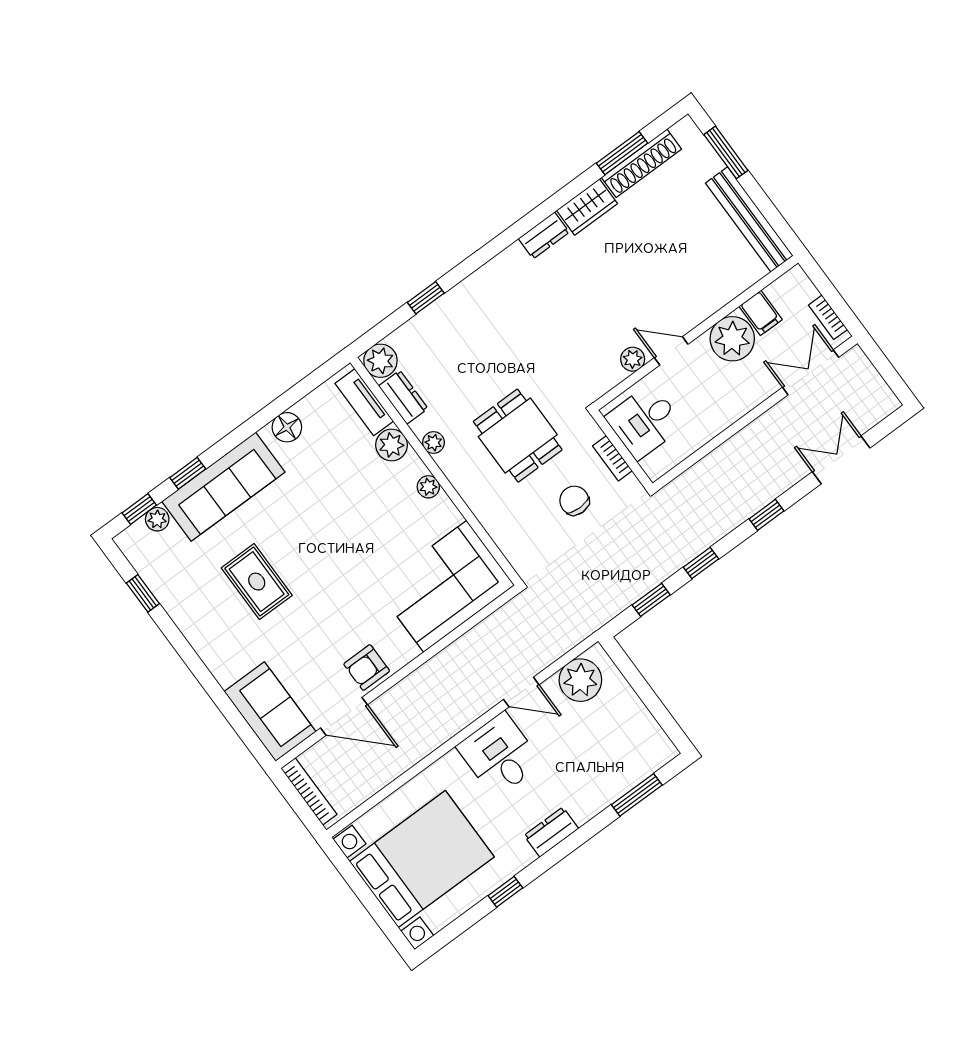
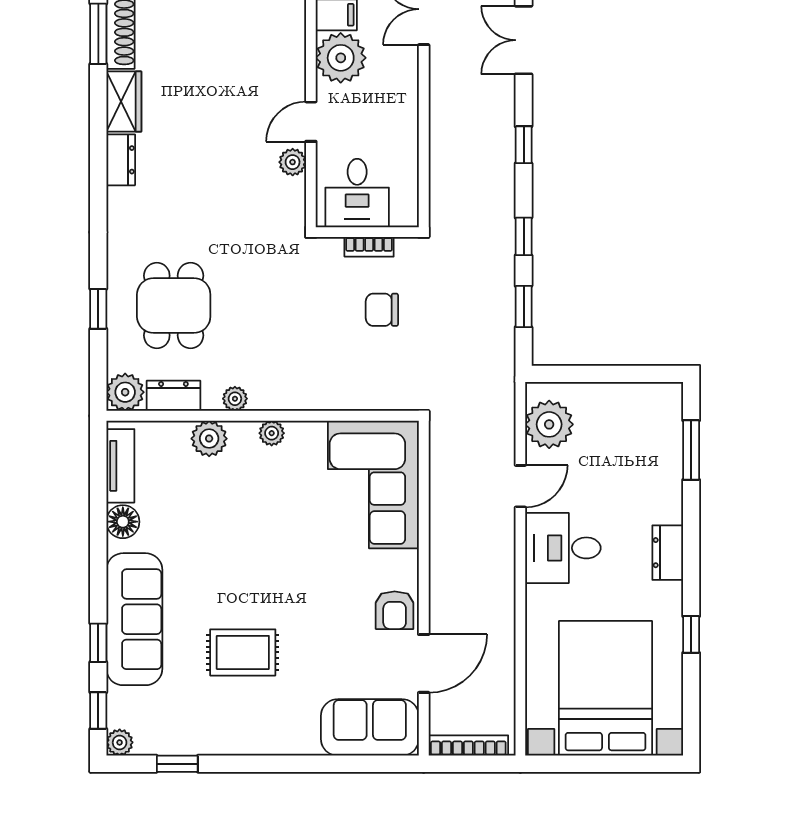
tv unit: (364, 402) -> (120, 466), moved, turned -90
dining table: (518, 436) -> (174, 306), moved, turned 90
plant: (157, 519) -> (120, 742), moved

